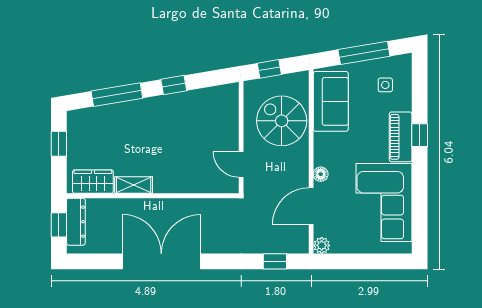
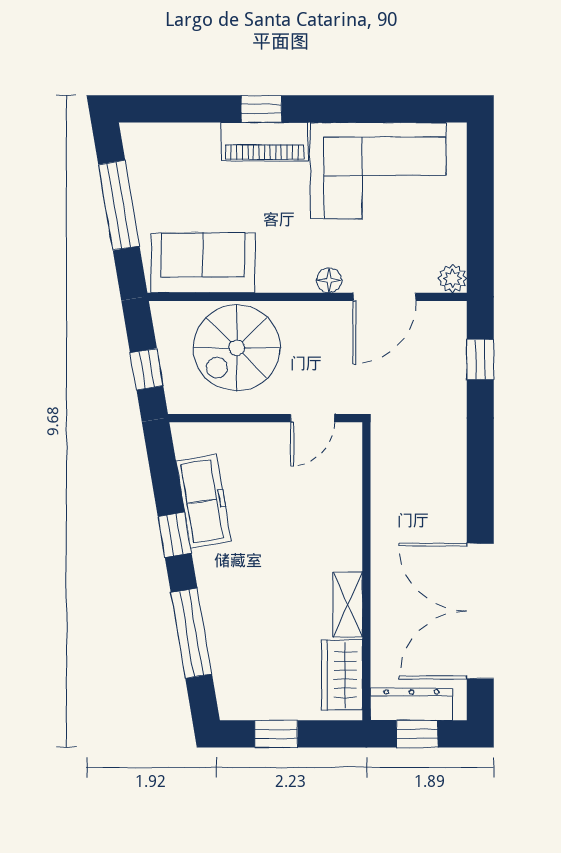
side table: (385, 85) -> (175, 168), removed
freezer: (193, 102) -> (204, 501), added
door: (311, 206) -> (385, 297), hinge flipped
double door: (161, 261) -> (480, 611), moved

